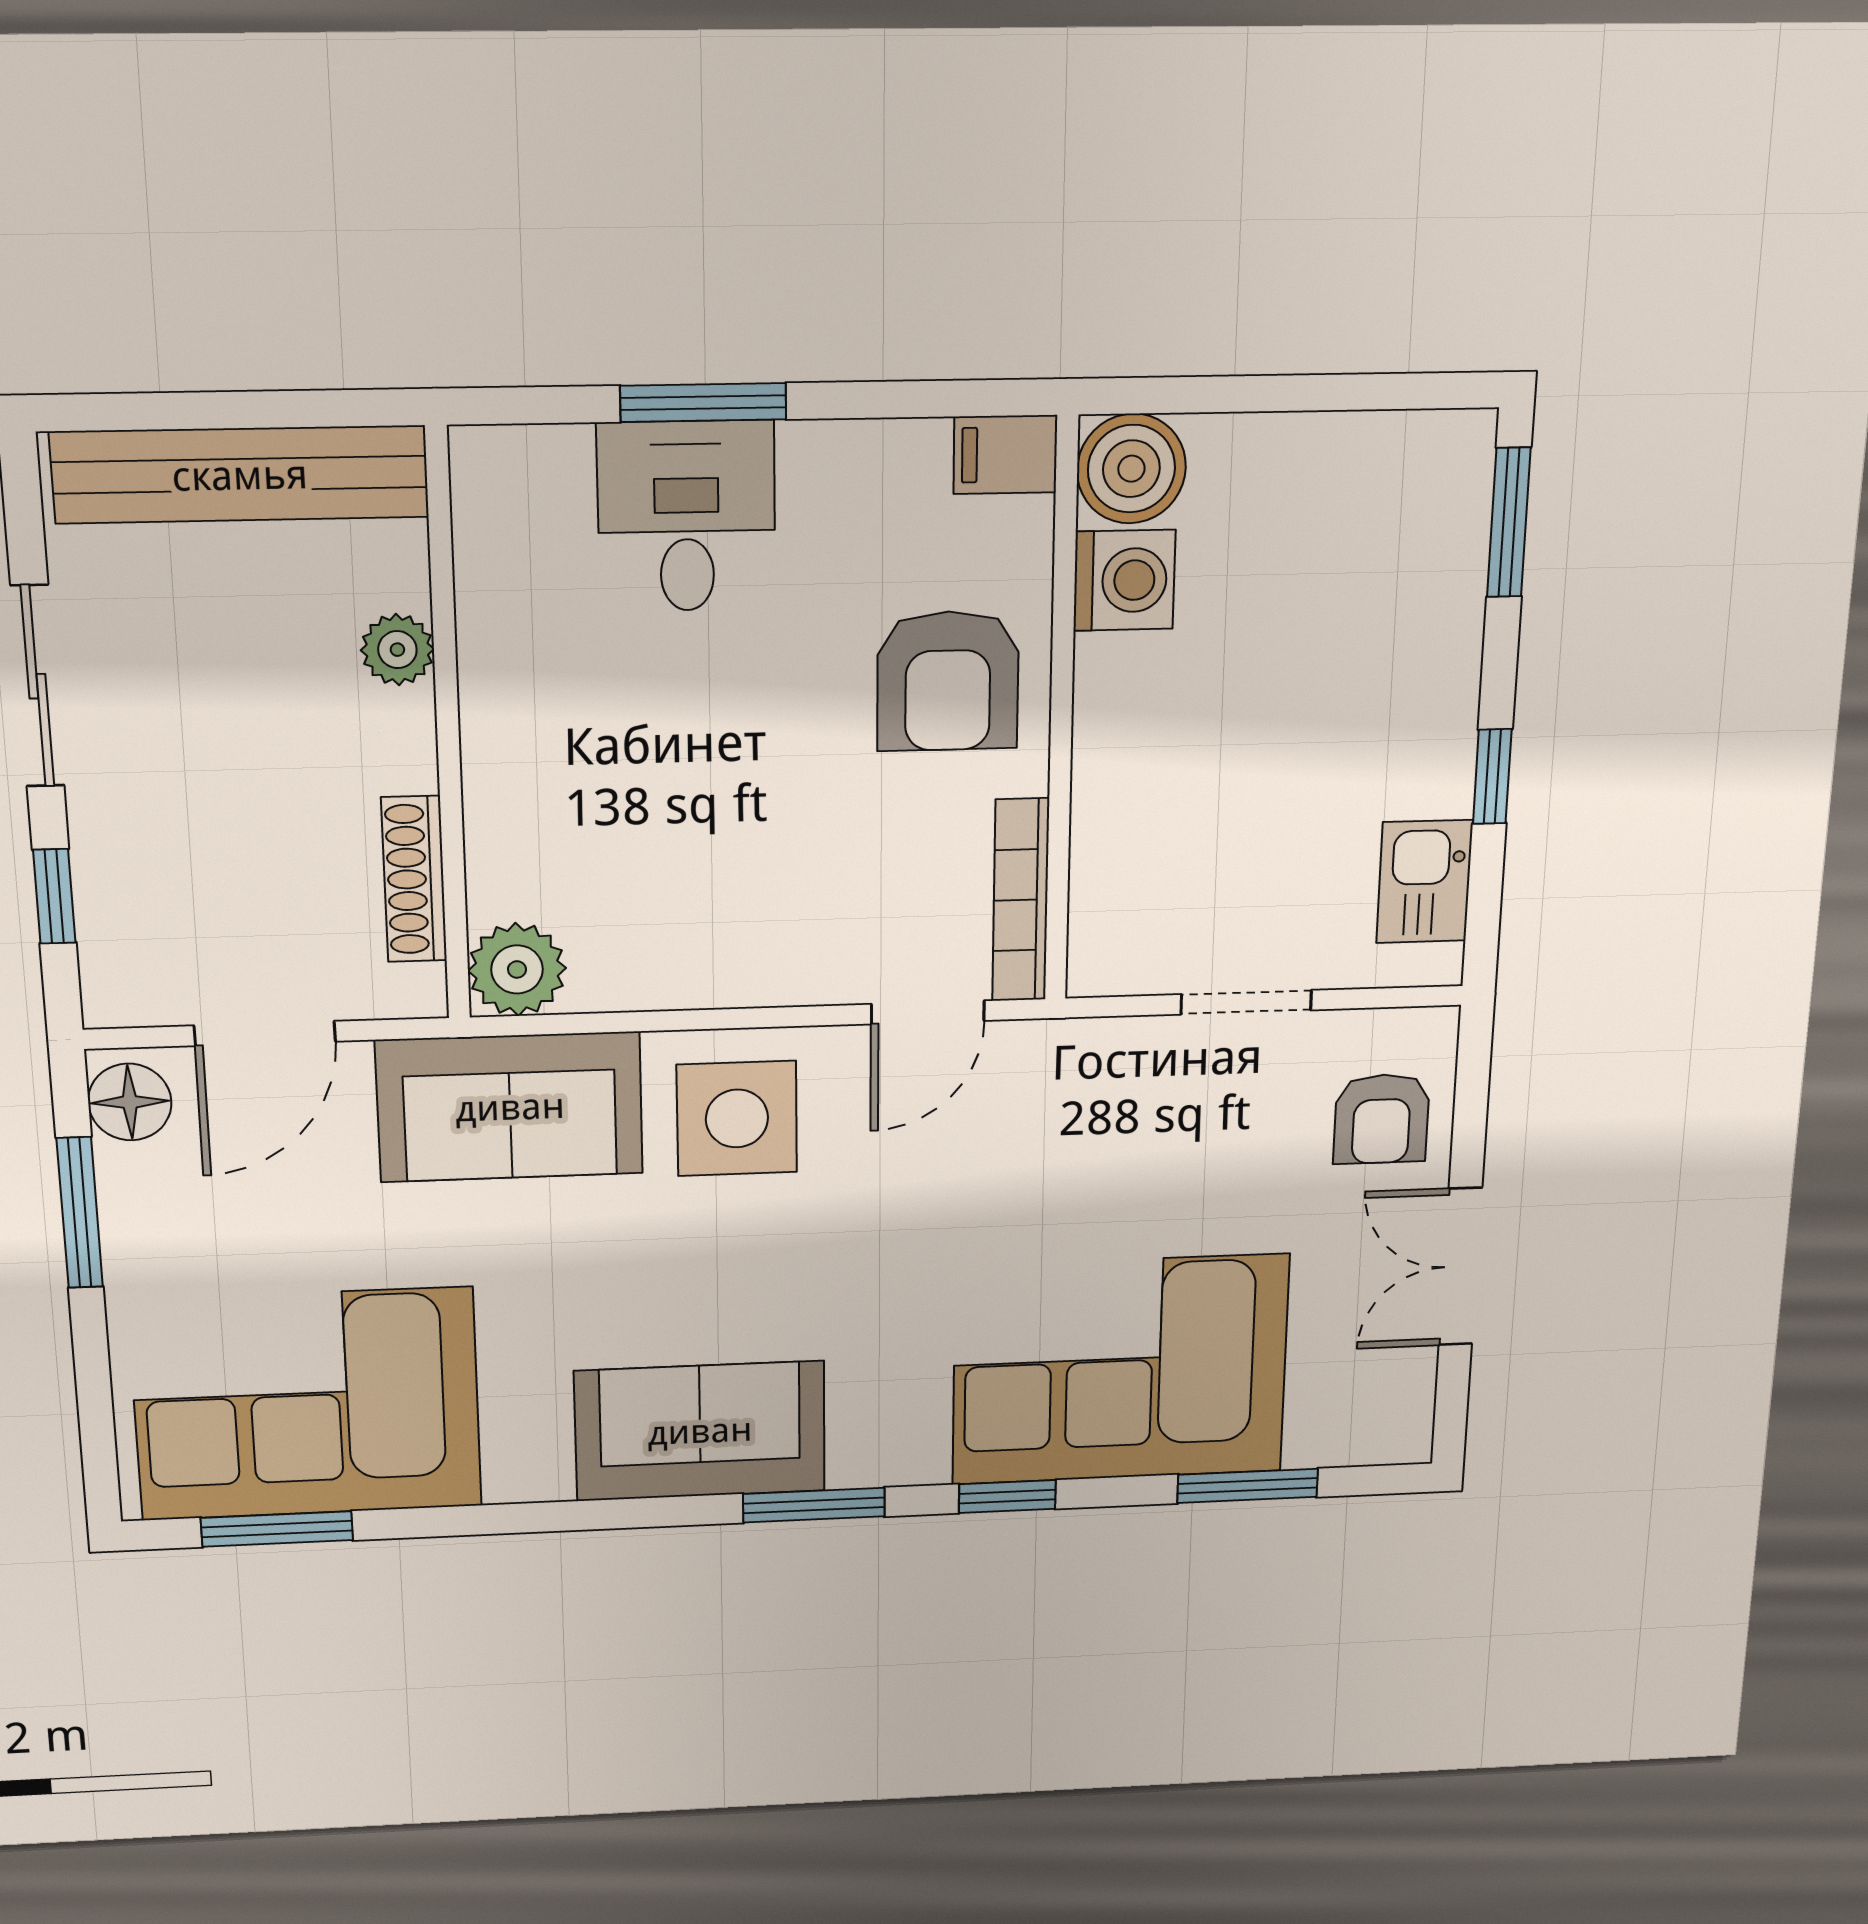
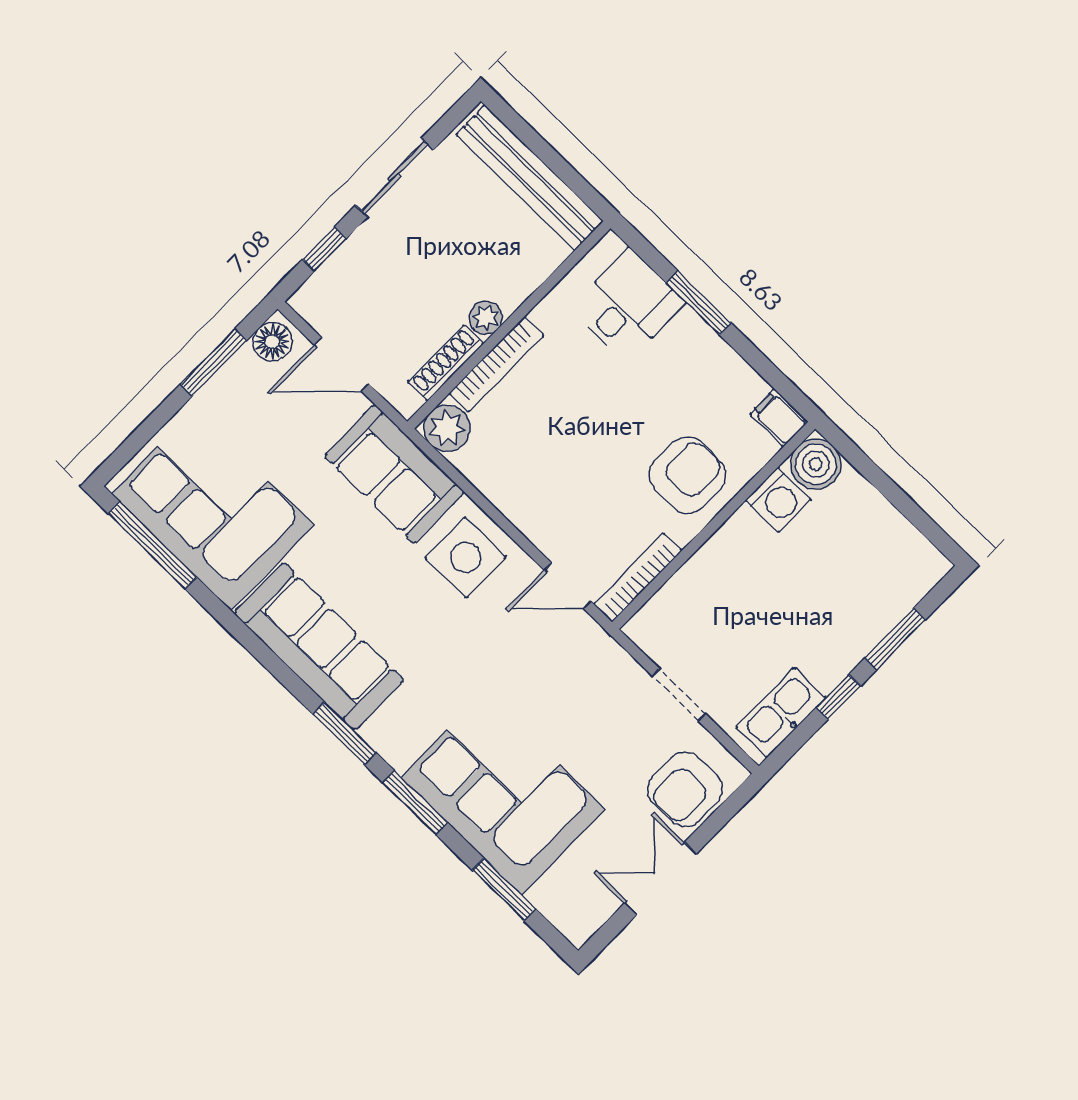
desk: (687, 516) -> (628, 305), moved
window: (1509, 523) -> (895, 639), moved
plant: (397, 650) -> (486, 318), moved
armchair: (948, 681) -> (687, 475), turned 180
bookcase: (491, 806) -> (496, 364), added
kitchen sink: (1424, 882) -> (781, 713), width x1.38
armchair: (1381, 1119) -> (685, 789), width x1.38, depth x1.38
sofa: (700, 1431) -> (319, 647), width x1.36
window: (1007, 1497) -> (415, 803), width x1.50
window: (277, 1529) -> (152, 545), width x1.44

